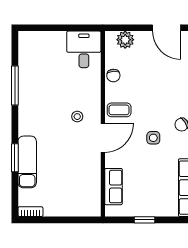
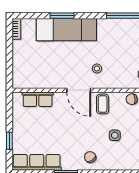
side table: (153, 138) -> (115, 135), moved
exam couch: (27, 162) -> (66, 30), width x1.36, depth x1.45
window: (144, 220) -> (9, 141), moved

